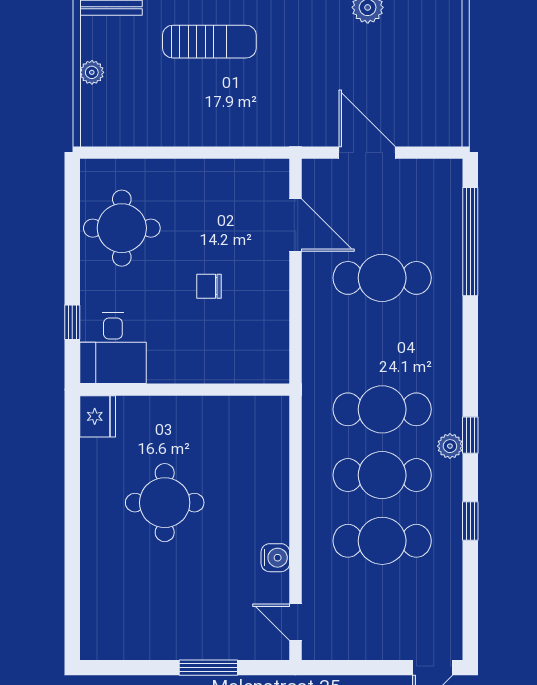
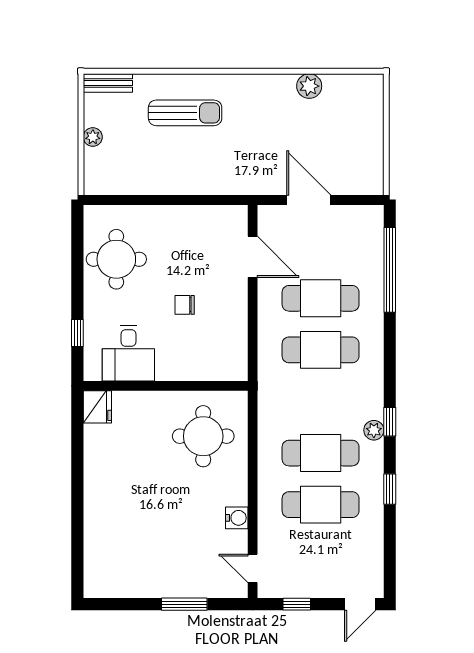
desk: (113, 348) -> (128, 353), moved
cafe table: (382, 409) -> (321, 350), moved
round table: (165, 503) -> (203, 436), moved
window: (352, 668) -> (297, 604), added

